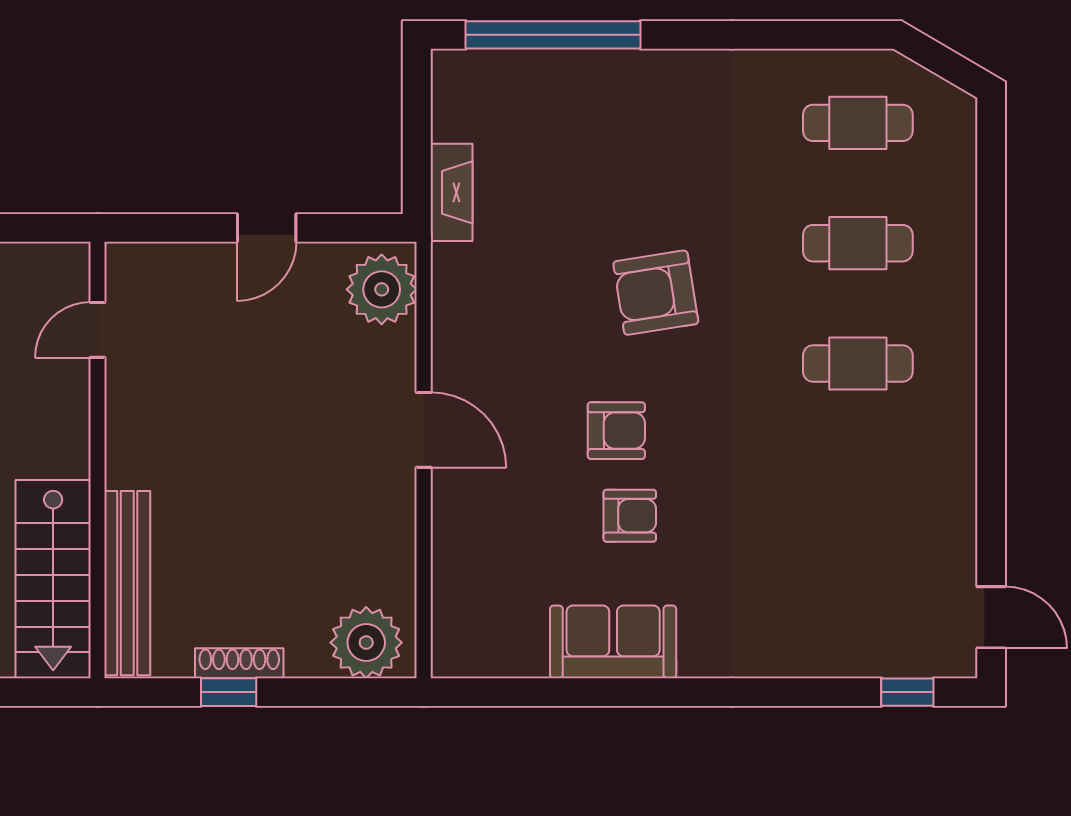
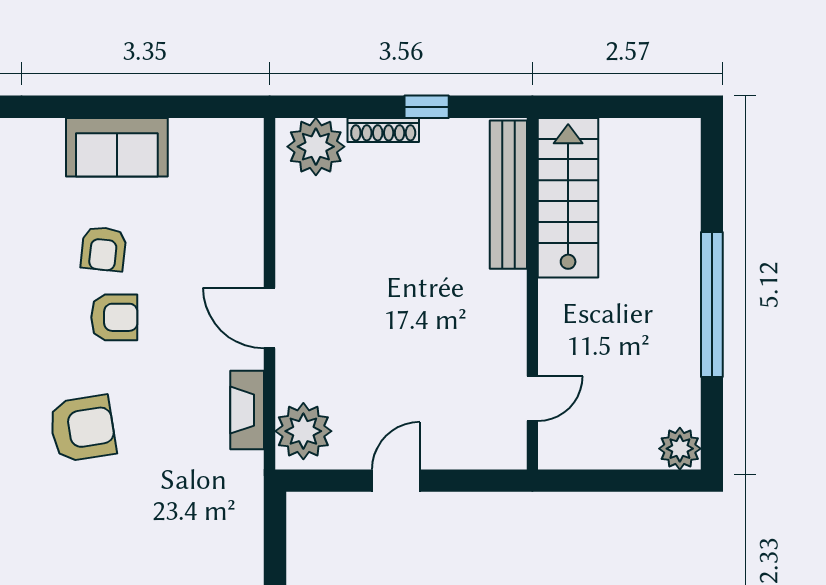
fireplace: (451, 192) -> (247, 410), moved
armchair: (616, 431) -> (114, 317), turned 180
armchair: (630, 516) -> (103, 249), turned -84
shoe rack: (239, 663) -> (383, 130), moved

